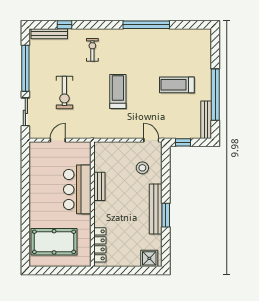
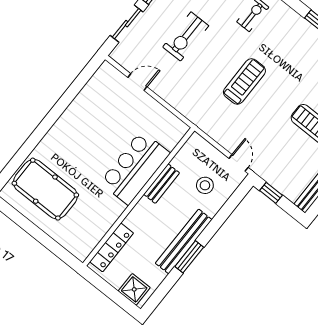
bench: (99, 186) -> (162, 184), moved
bar counter: (77, 189) -> (135, 168), moved
wall: (92, 204) -> (139, 197), moved
locker: (100, 245) -> (112, 247), moved

